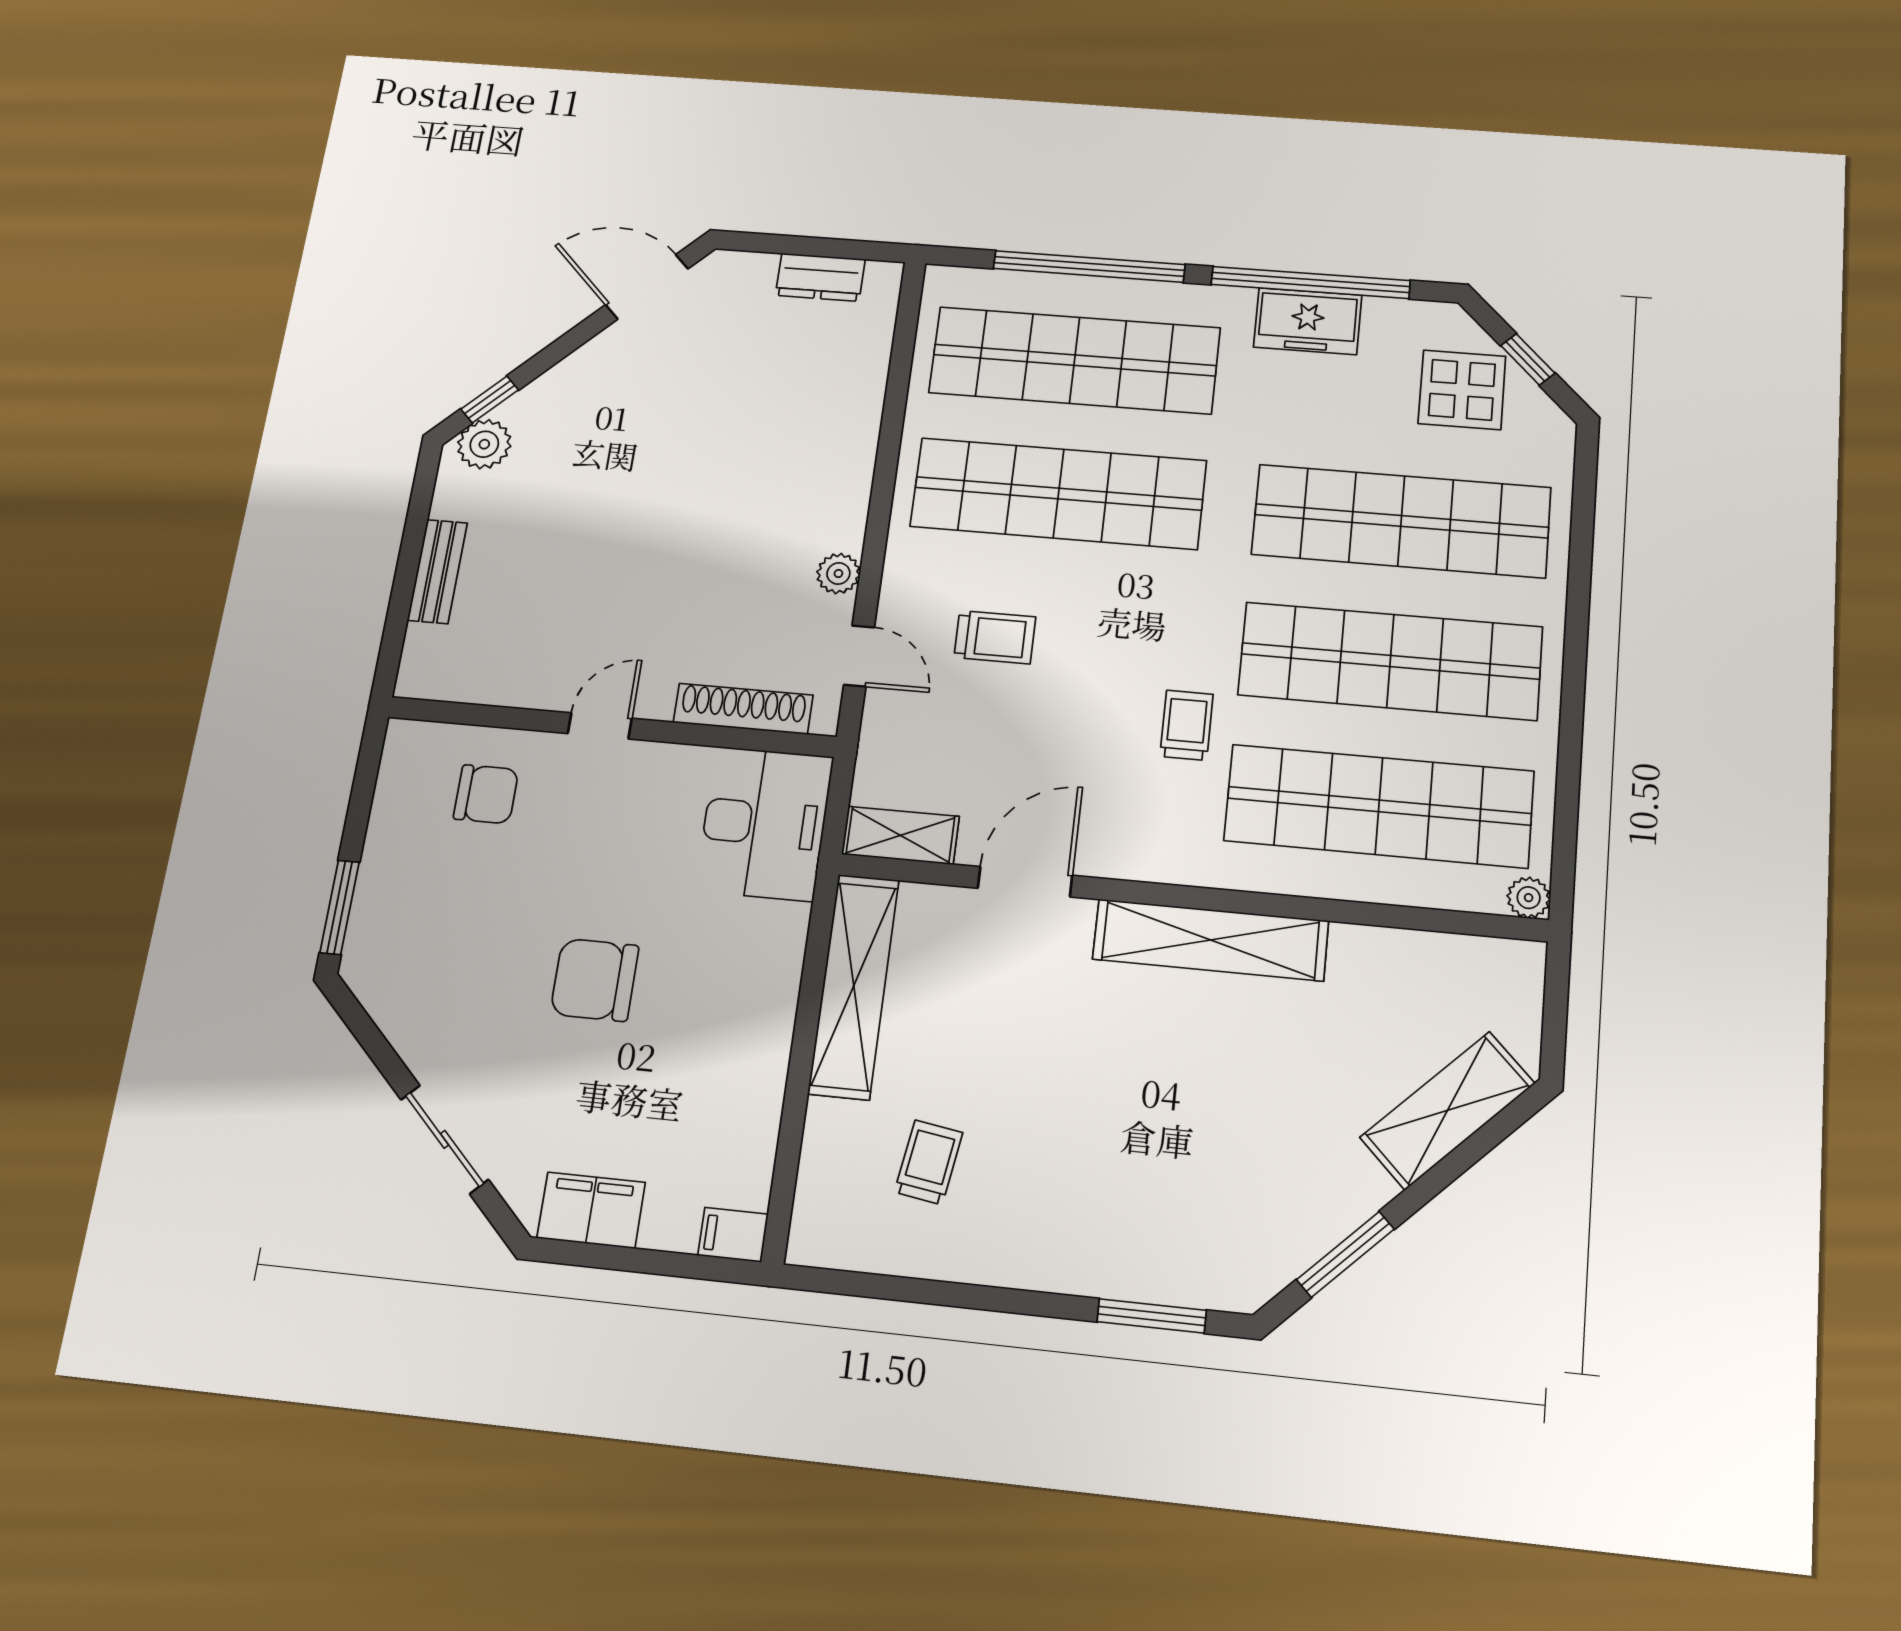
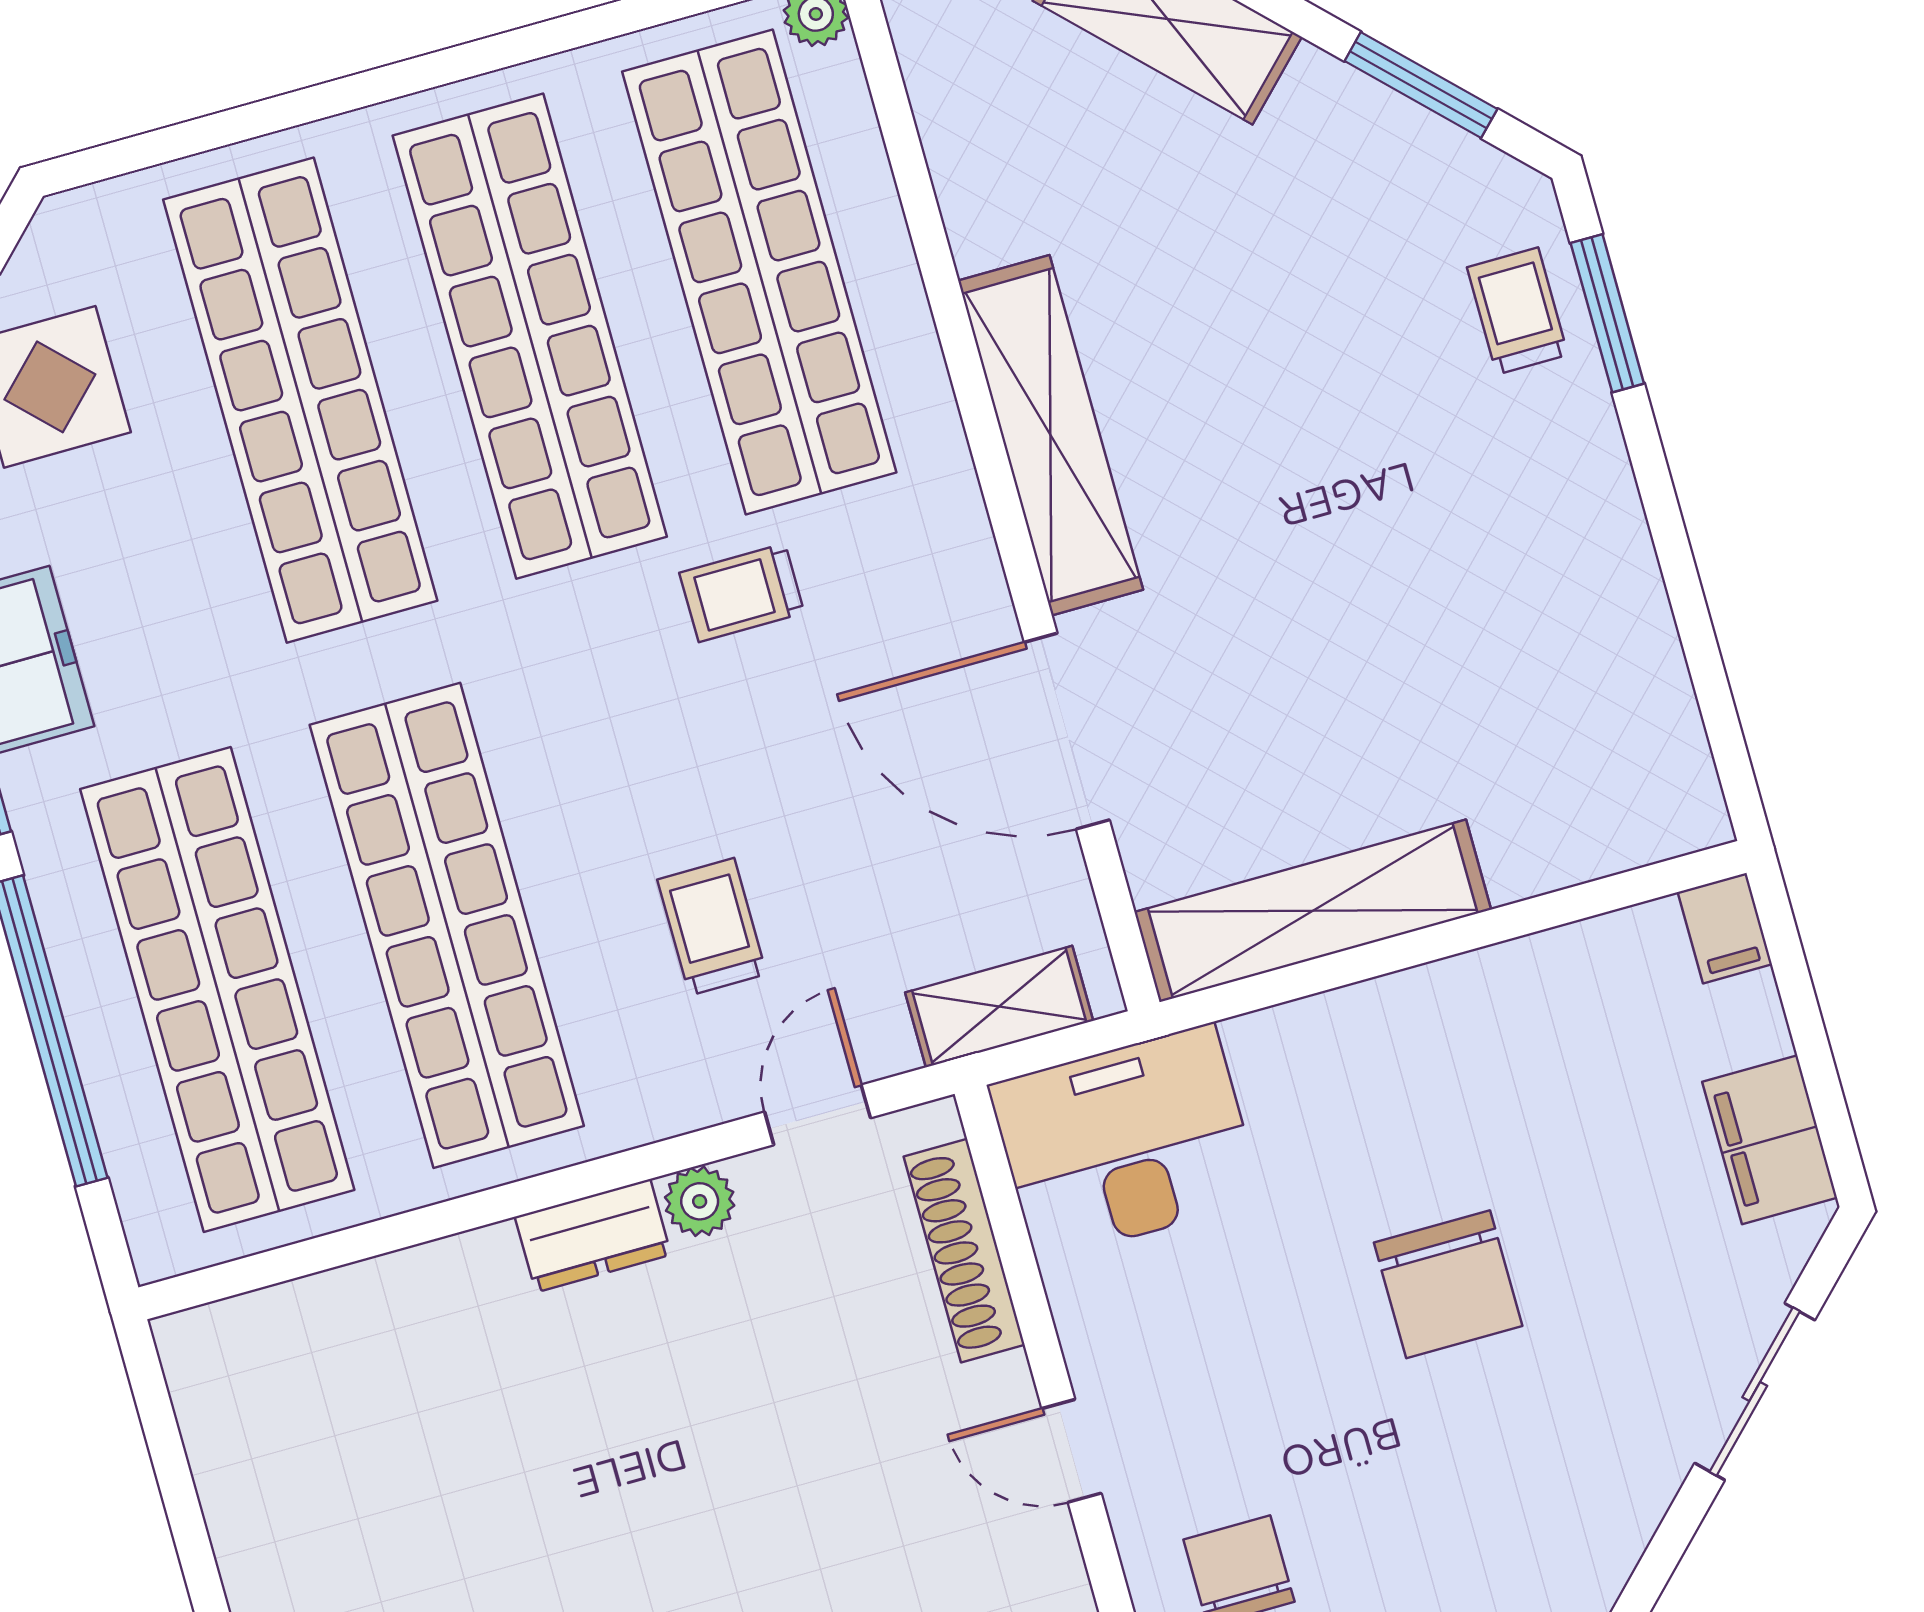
dresser: (820, 277) -> (593, 1236), moved, turned 90
shelving: (900, 835) -> (999, 1007), moved, turned 90
door: (1025, 882) -> (1067, 731), width x1.36
trolley: (929, 1162) -> (1517, 311), moved, turned 81

